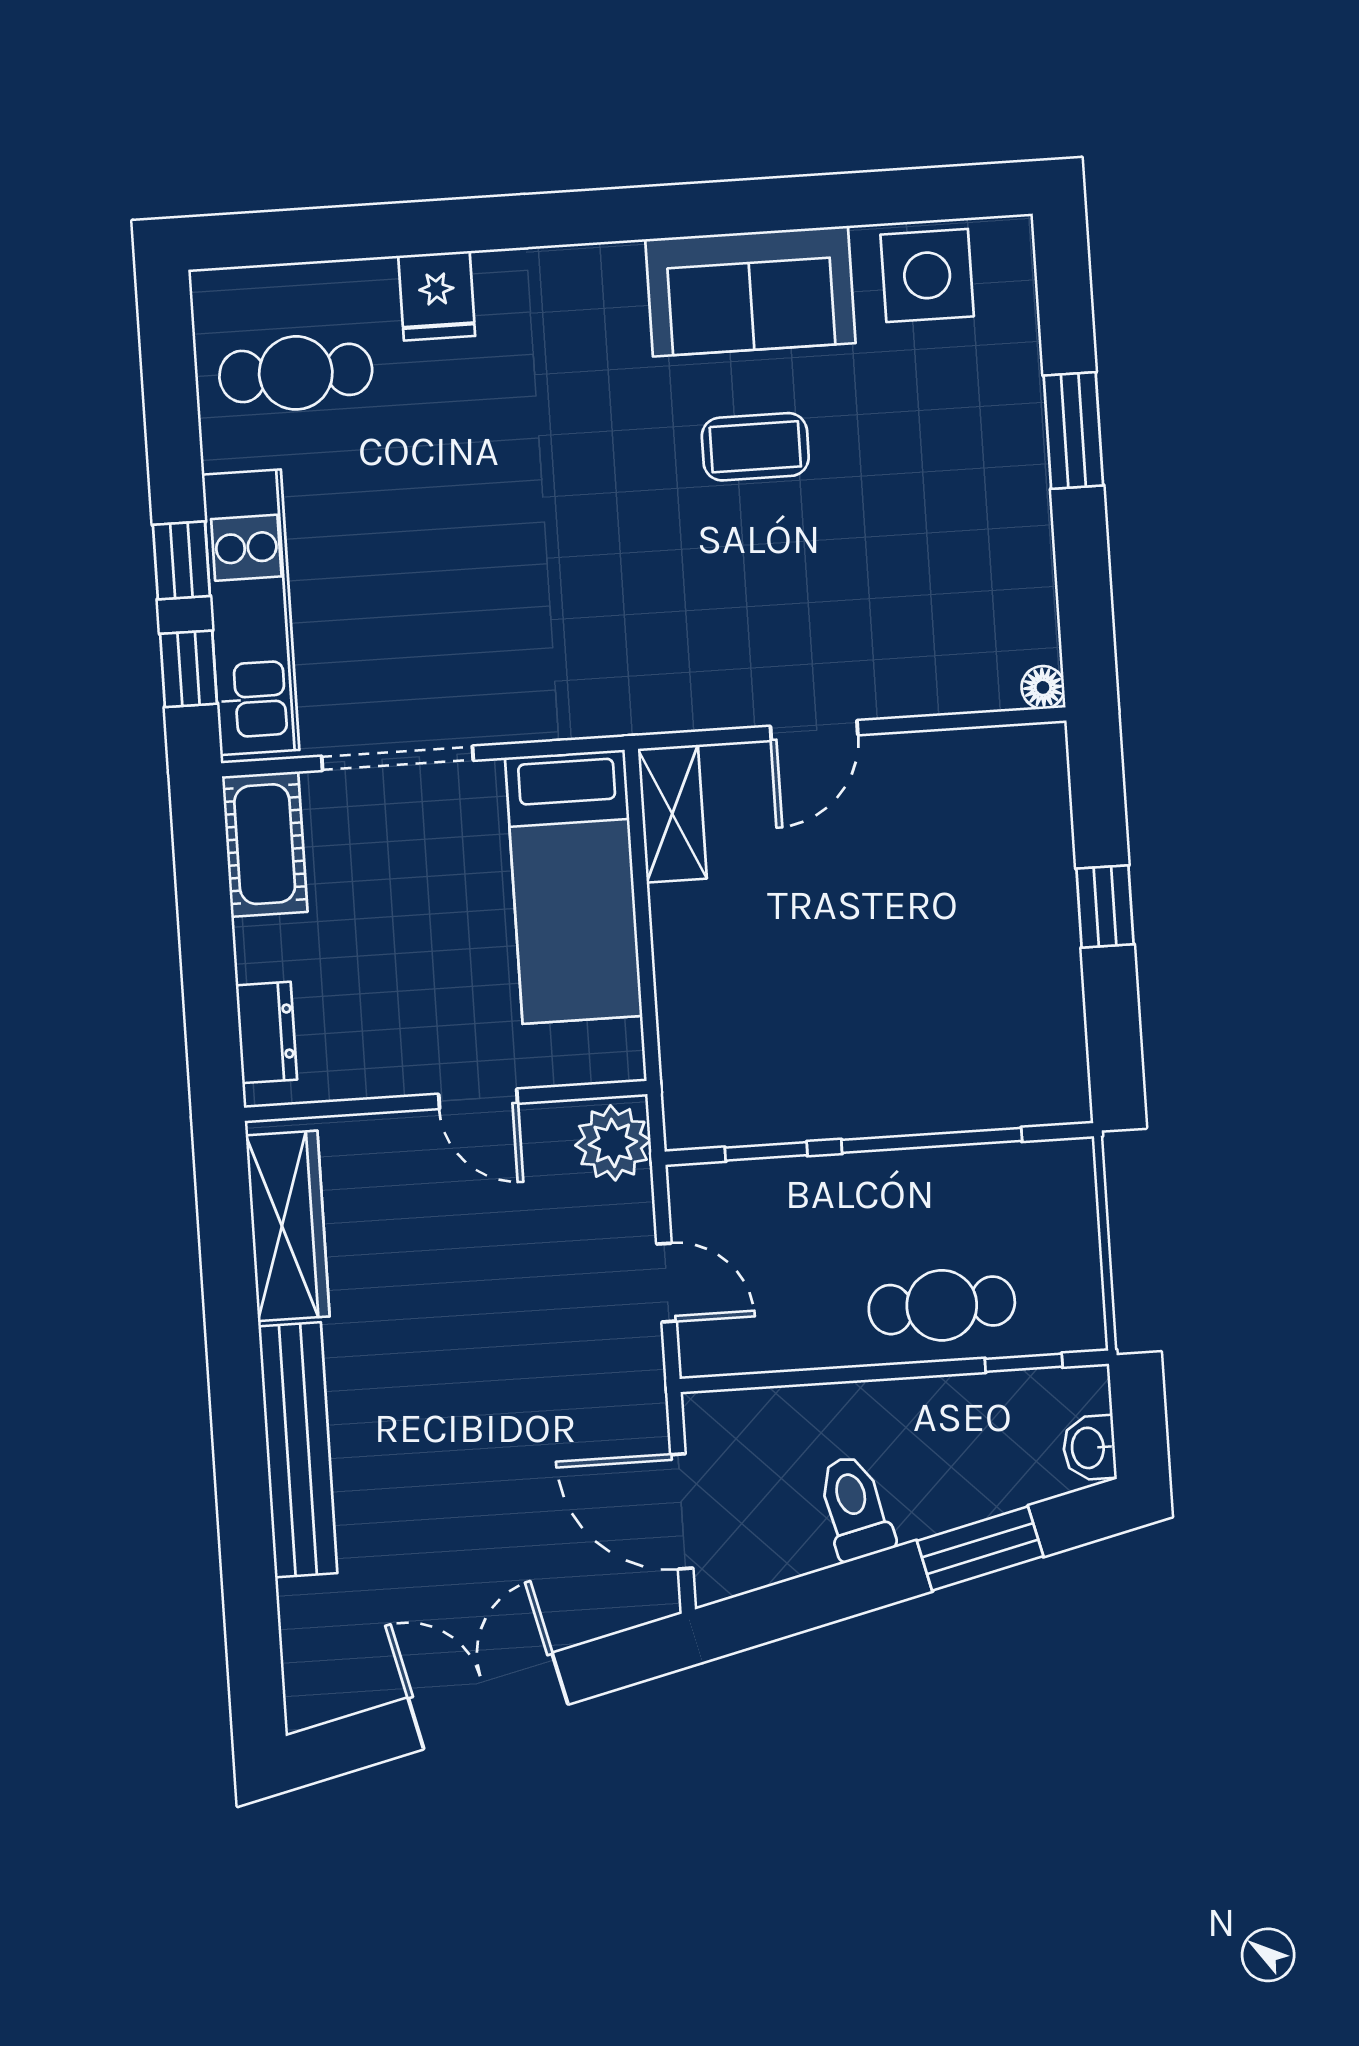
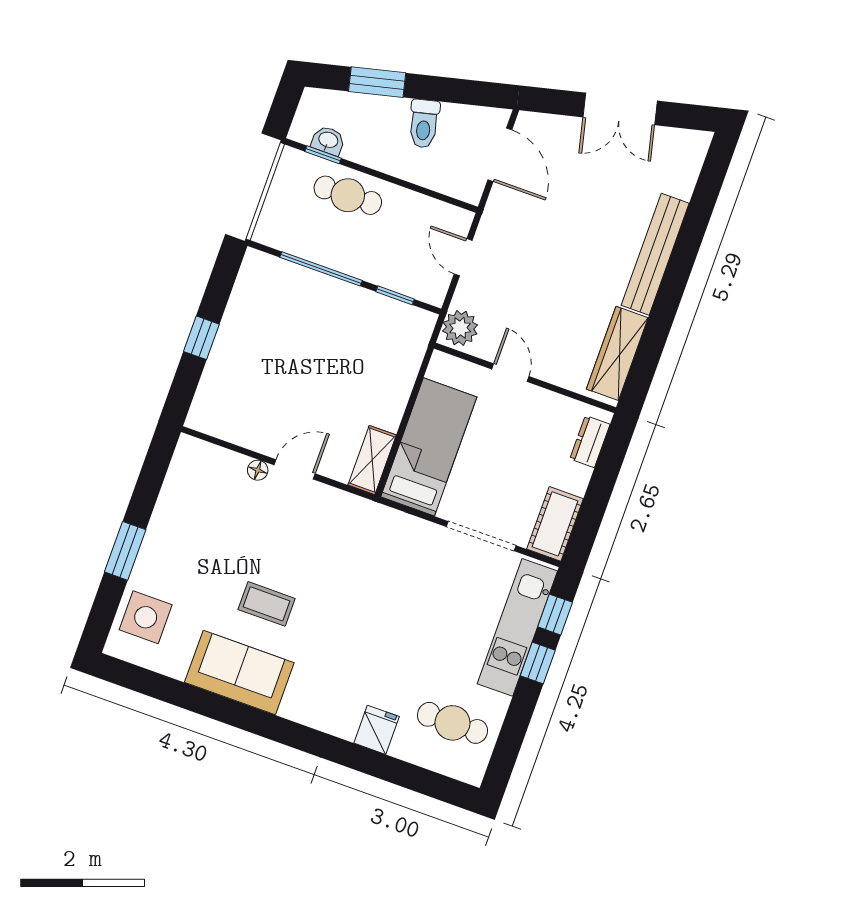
side table: (927, 275) -> (146, 617), moved
floor lamp: (1043, 687) -> (258, 470), moved
washbasin: (1089, 1448) -> (328, 140), moved, turned -90

